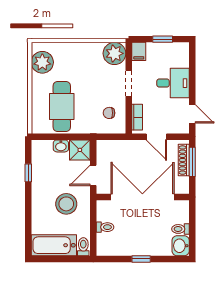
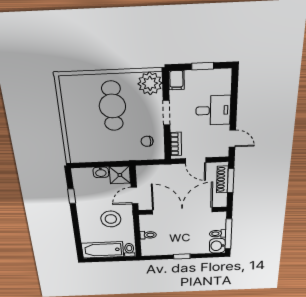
plant: (42, 62) -> (73, 96), removed
cafe table: (62, 107) -> (112, 106), moved
window: (192, 230) -> (228, 234), added

